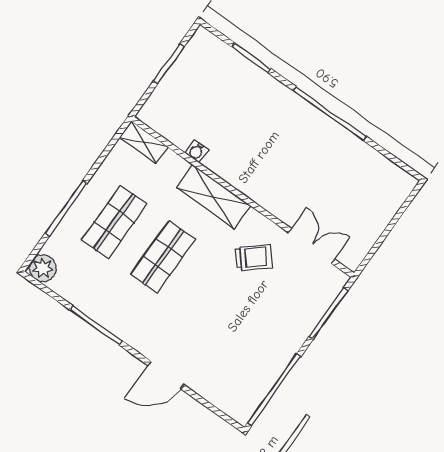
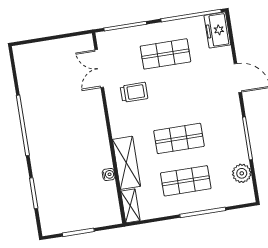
shelving: (213, 197) -> (126, 163), moved
trolley: (254, 257) -> (134, 92), turned 131
plant: (43, 268) -> (242, 173), moved
shop shelf: (261, 326) -> (165, 54), added
freezer: (234, 402) -> (217, 30), added

